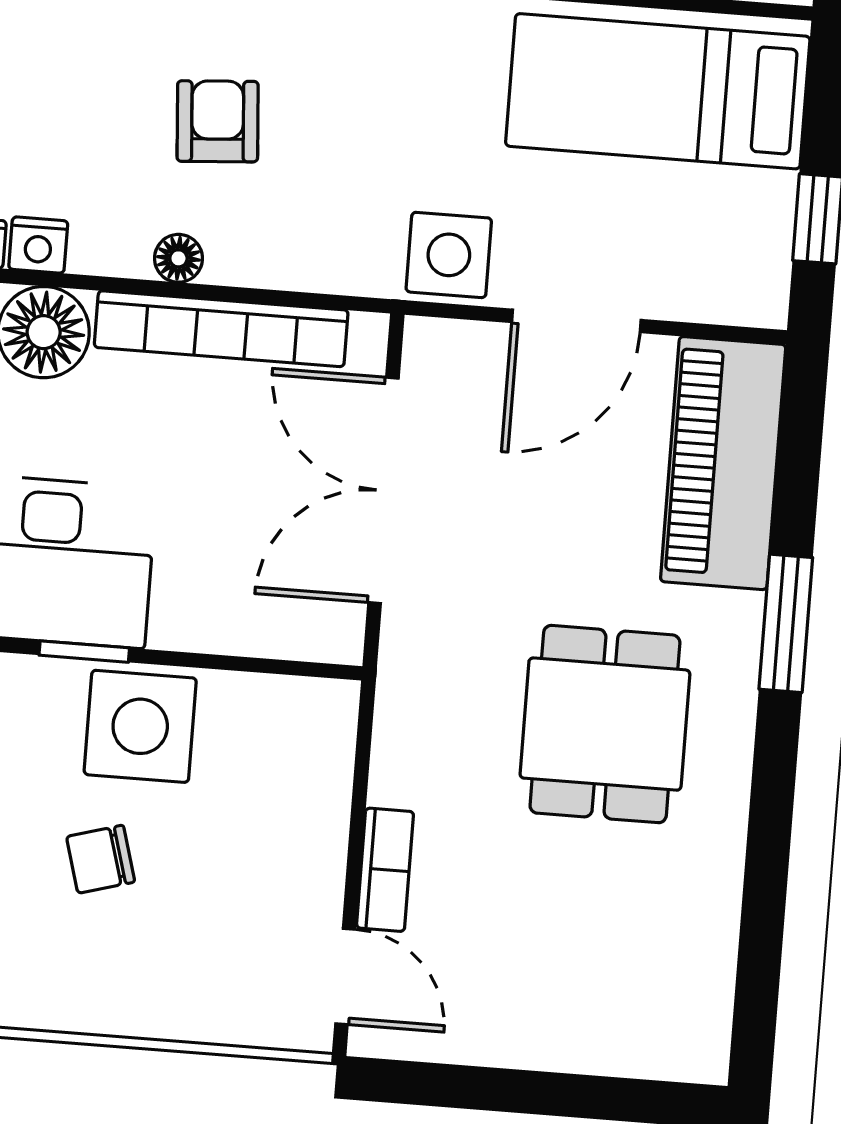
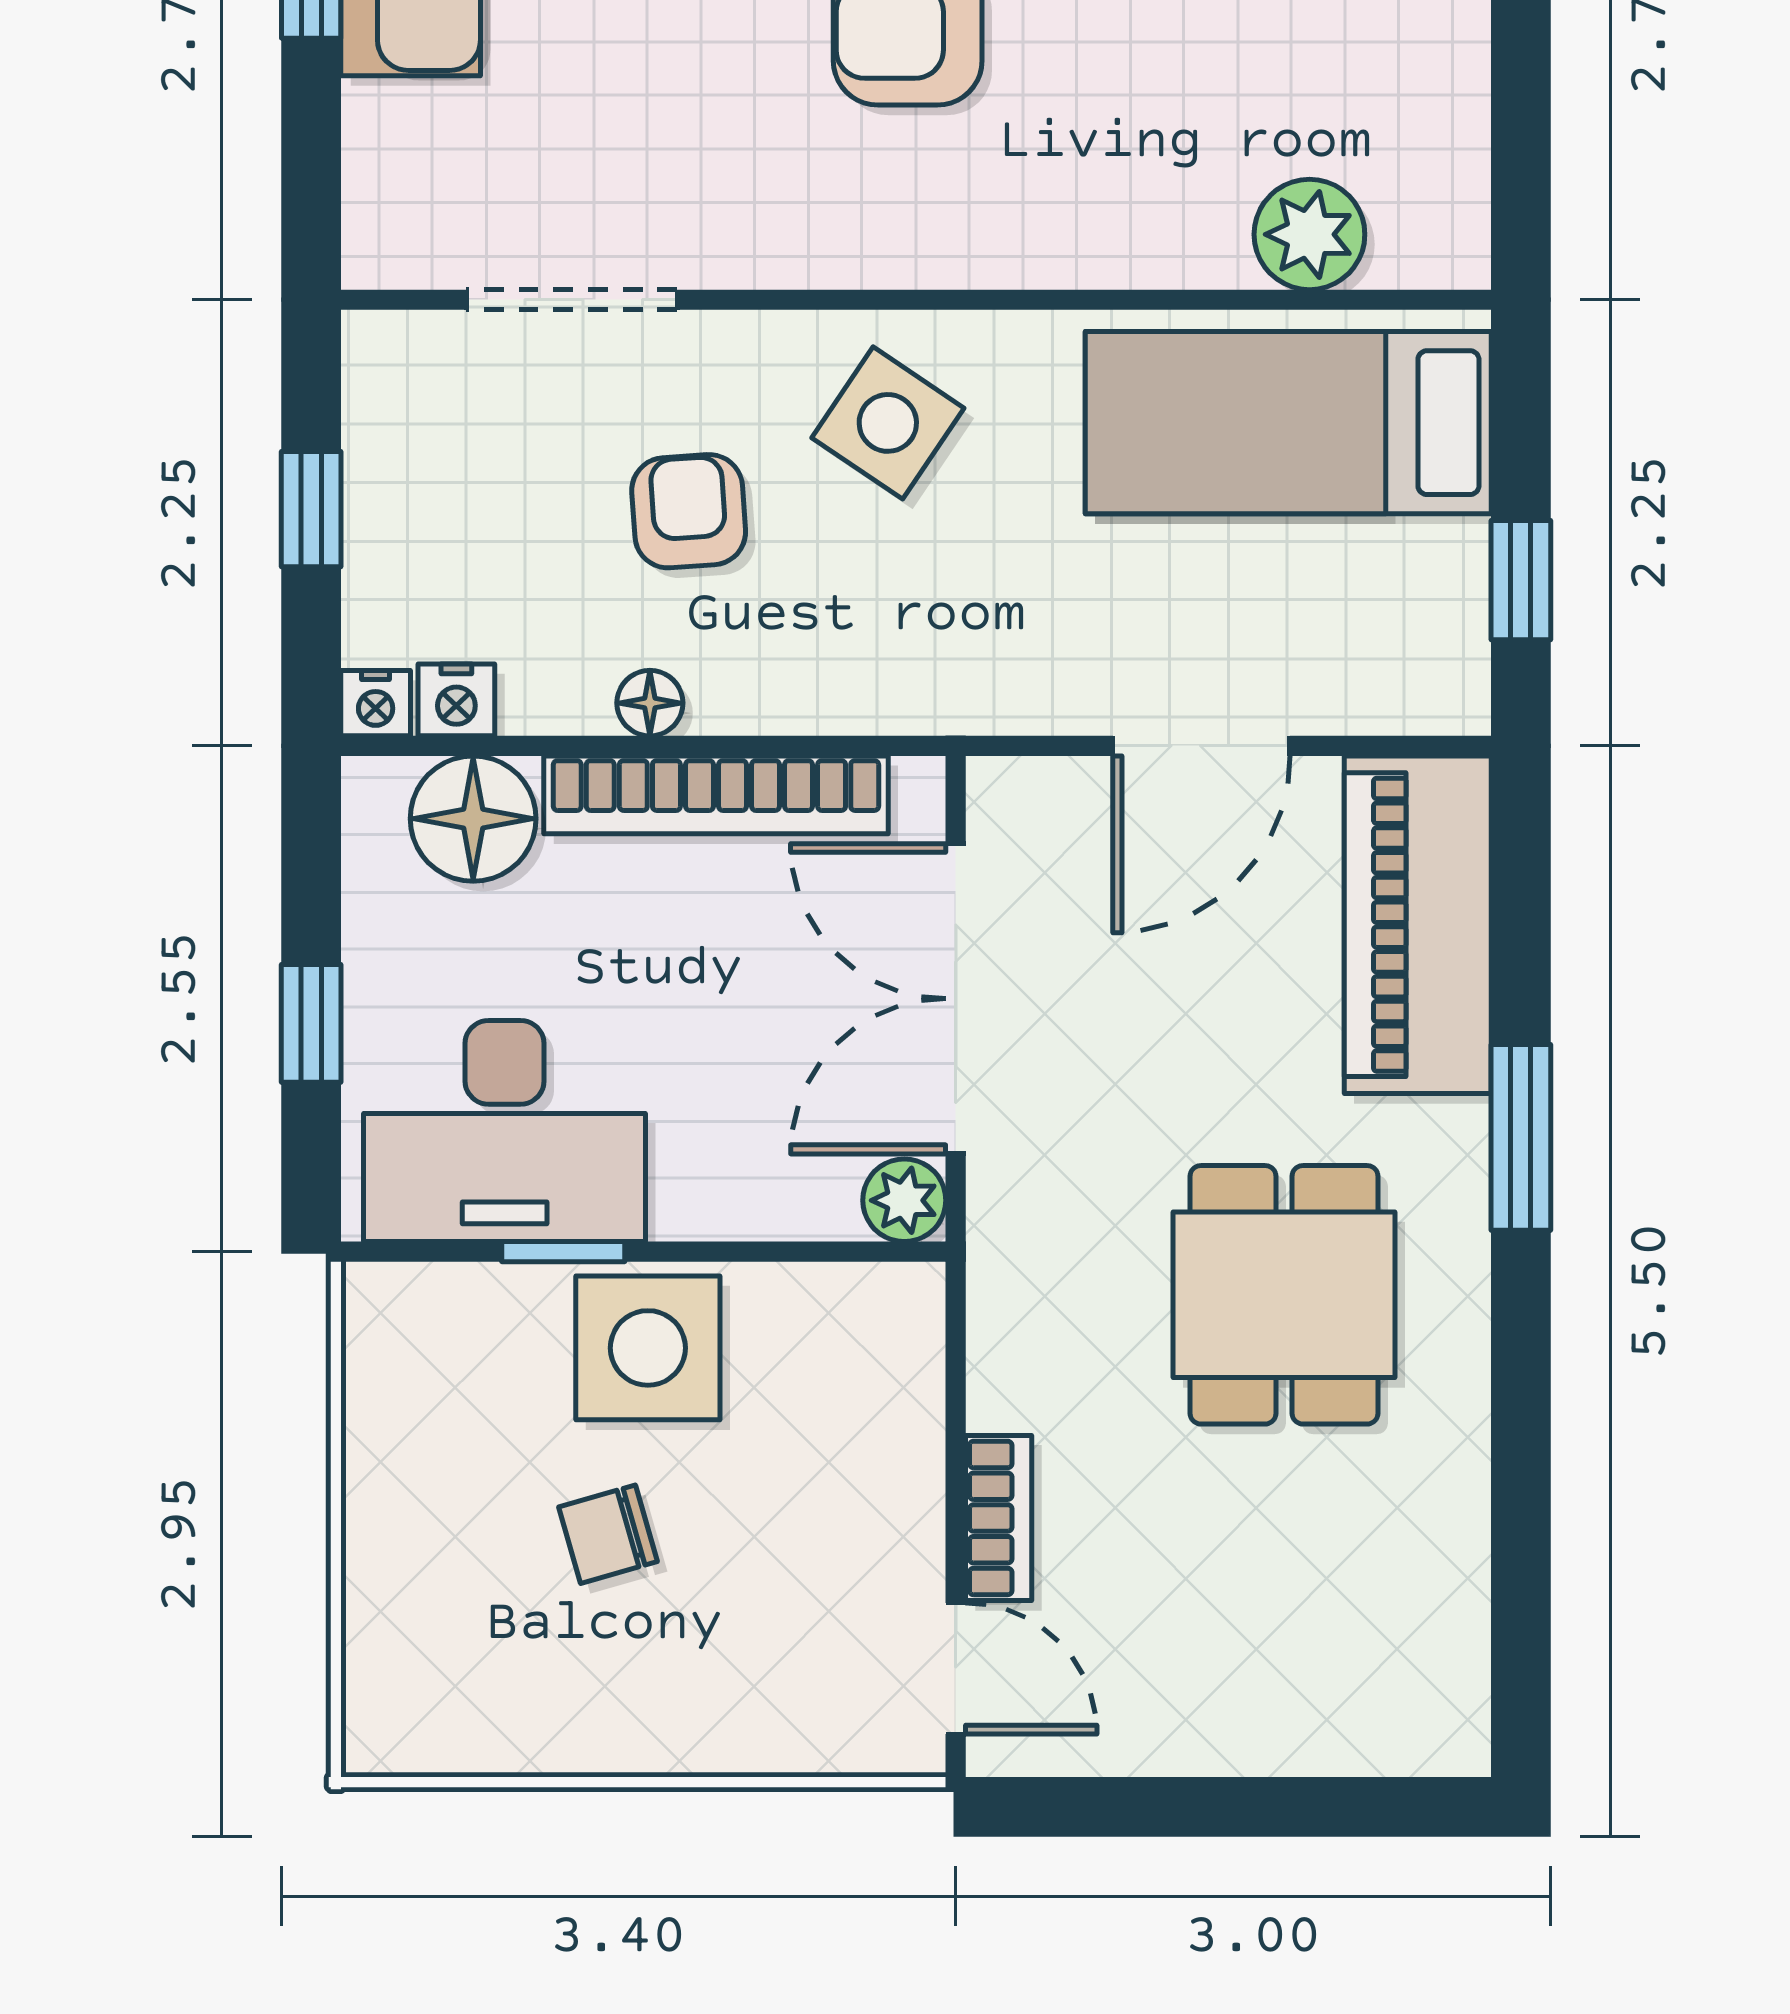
side table: (449, 255) -> (888, 423), moved, turned 34
plant: (335, 634) -> (904, 1200), added

